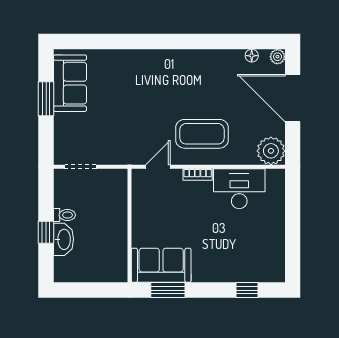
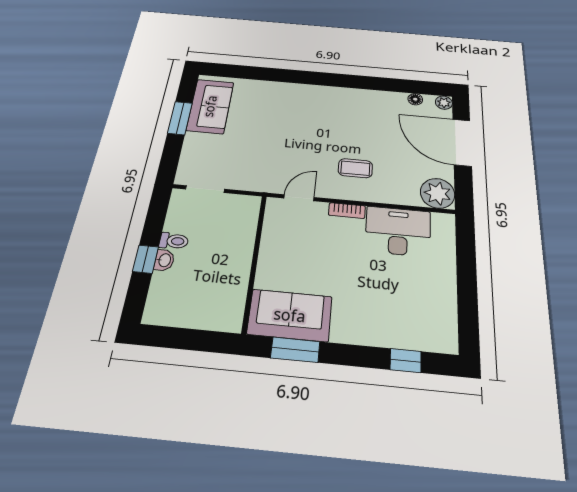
coffee table: (202, 134) -> (355, 168), width x0.54, depth x0.58
washbasin: (63, 239) -> (164, 260), width x0.52, depth x0.69

